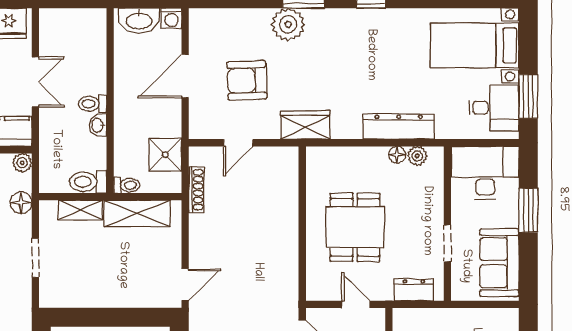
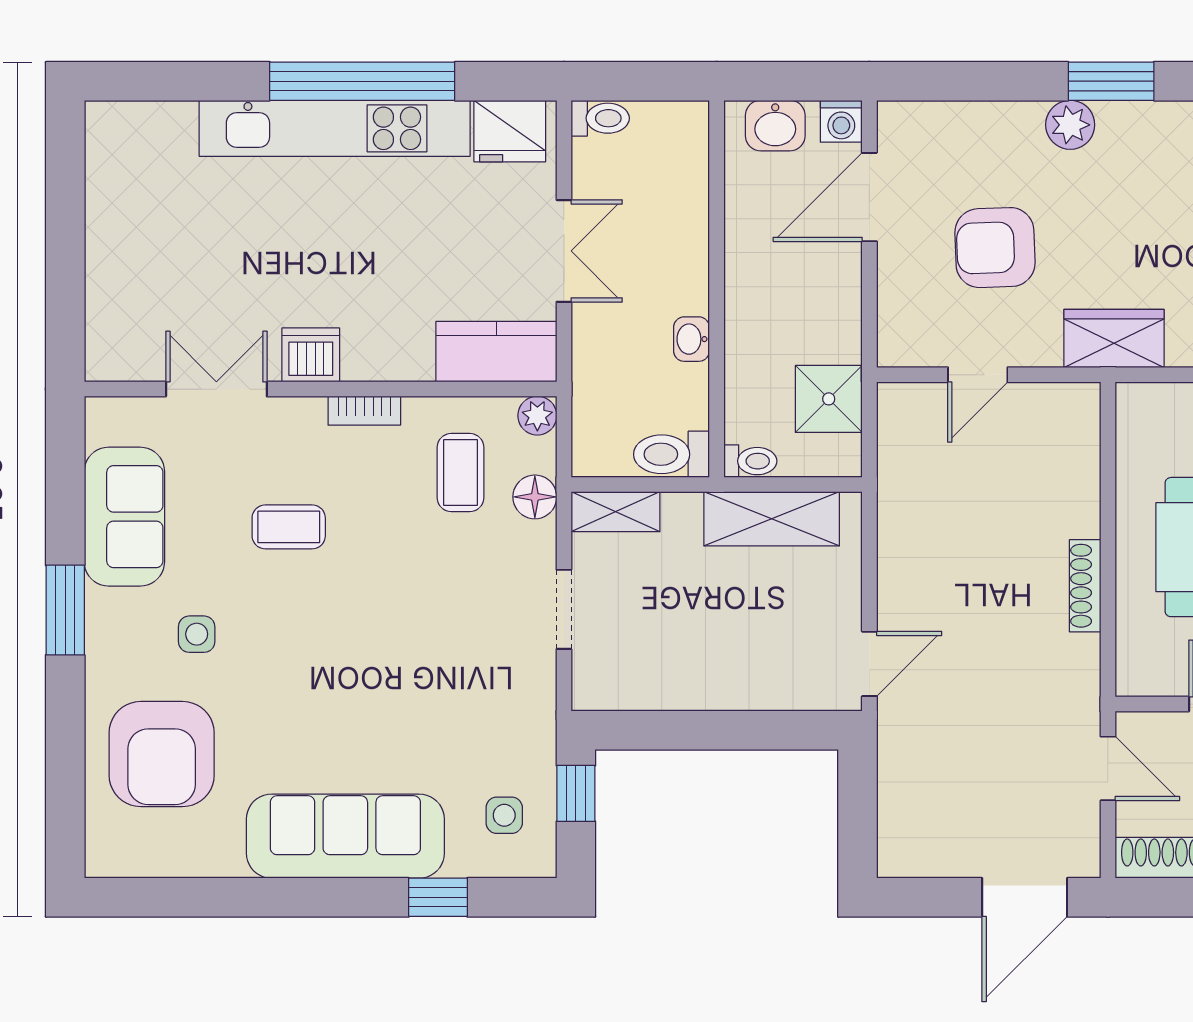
washbasin: (139, 20) -> (775, 126), width x0.72
plant: (288, 24) -> (1070, 125), width x0.73, depth x0.73
door: (185, 76) -> (869, 197), moved
toilet: (92, 104) -> (600, 118), moved, turned 180
shoe rack: (196, 190) -> (1085, 586), moved, turned 180
shelving: (80, 210) -> (616, 512), moved

